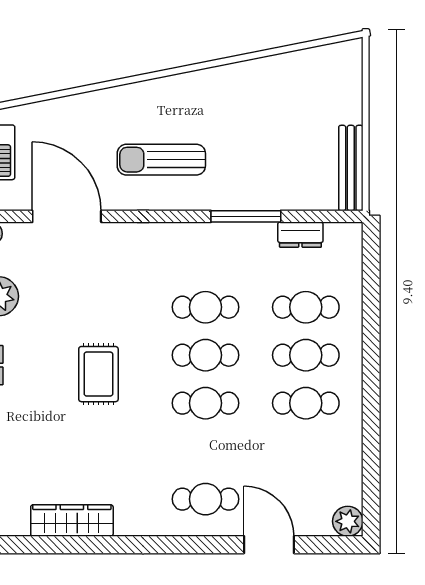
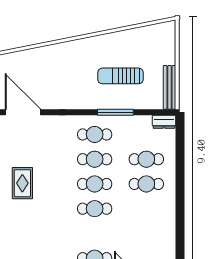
sun lounger: (161, 160) -> (120, 76), moved
dresser: (300, 235) -> (164, 122), moved
rug: (98, 374) -> (22, 183), moved
cafe table: (306, 403) -> (95, 134), moved

